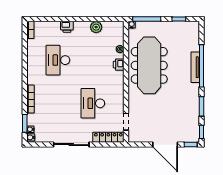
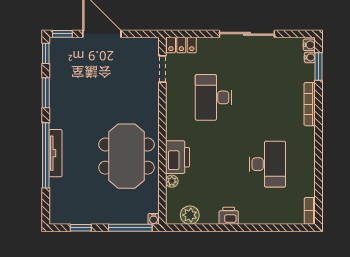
printer: (67, 27) -> (229, 216), moved
plant: (96, 27) -> (190, 215), moved
printer: (119, 65) -> (178, 157), width x1.87, depth x1.48
meeting table: (149, 65) -> (126, 156), width x0.73
desk: (93, 103) -> (213, 97), turned 180
locker: (108, 137) -> (181, 45), width x0.66

